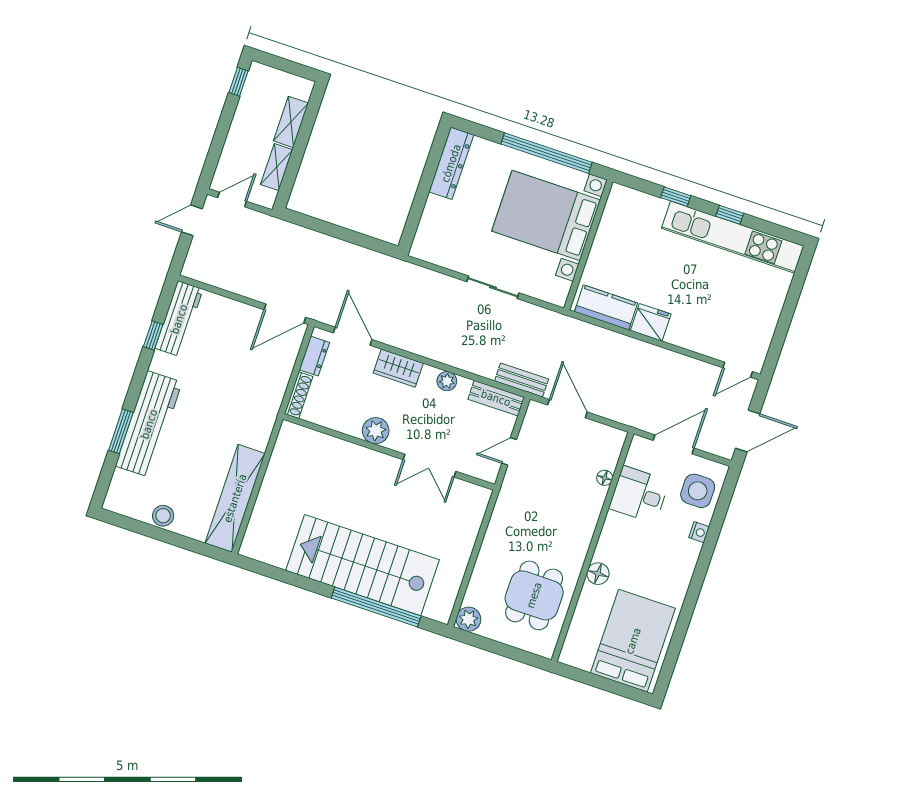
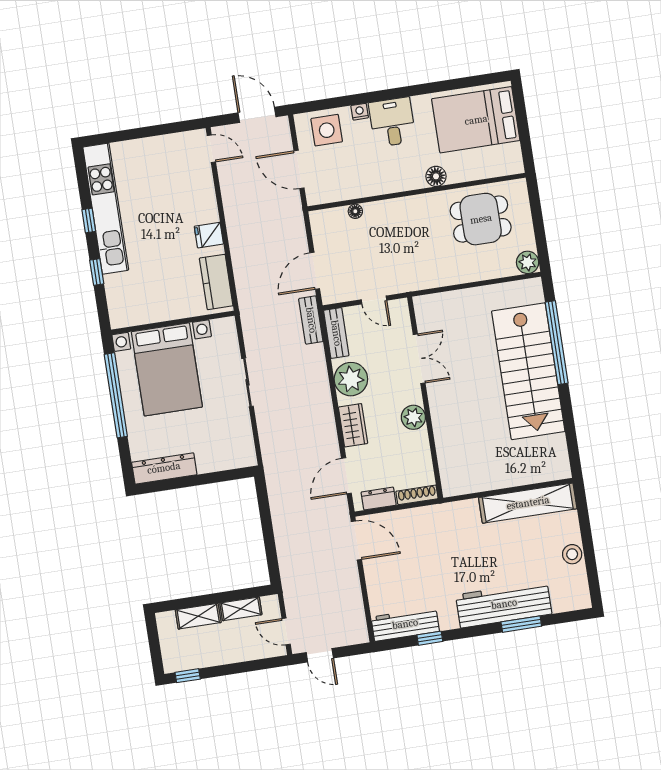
fridge: (651, 322) -> (209, 235), width x0.72
plant: (447, 381) -> (351, 379), width x1.88, depth x1.88
desk: (639, 495) -> (392, 122), moved, turned 180

